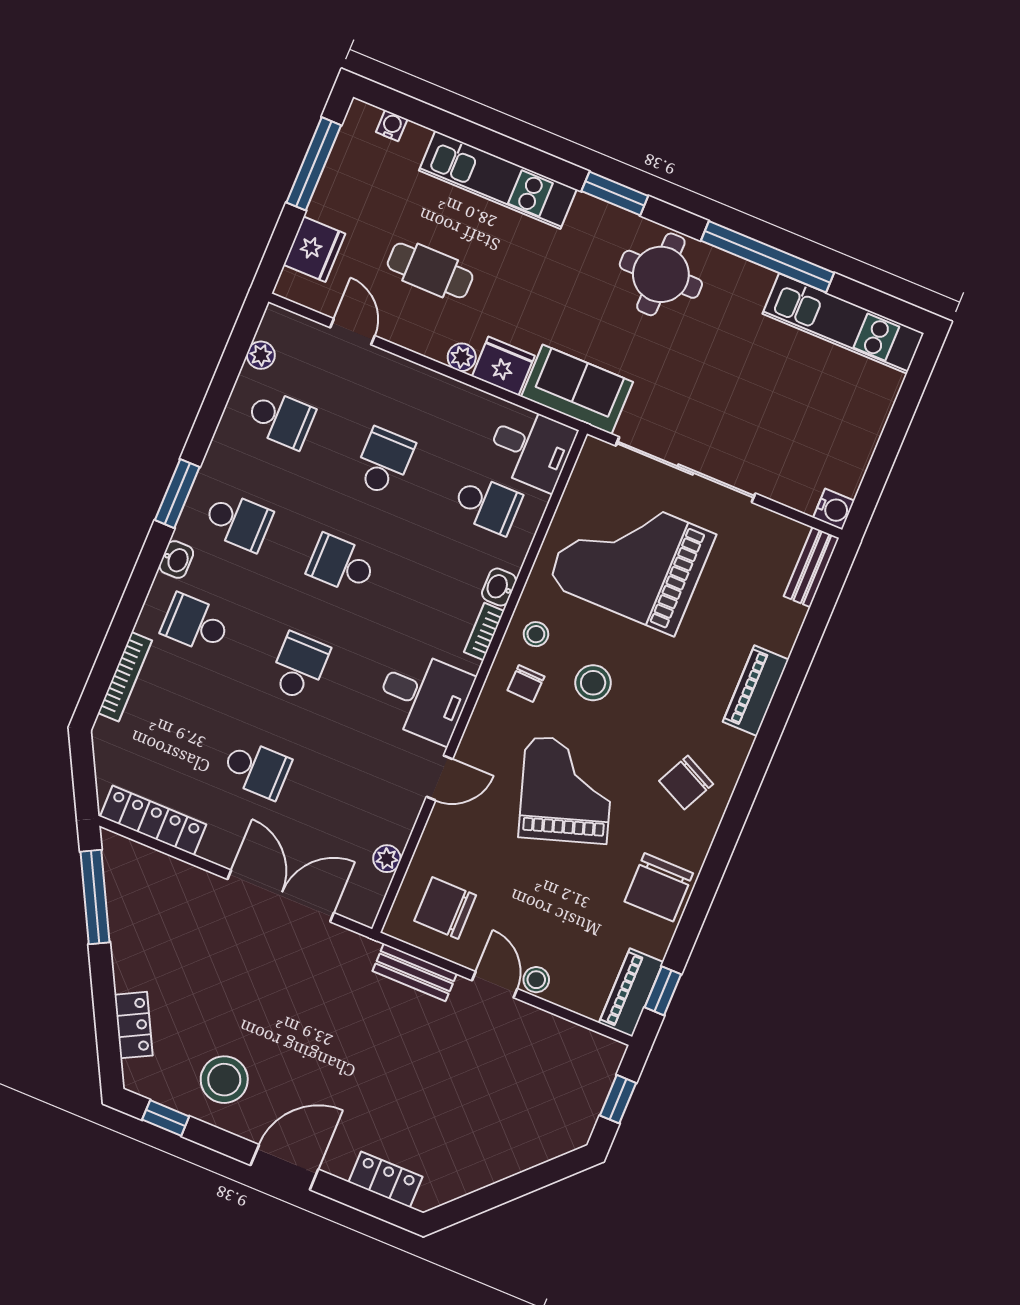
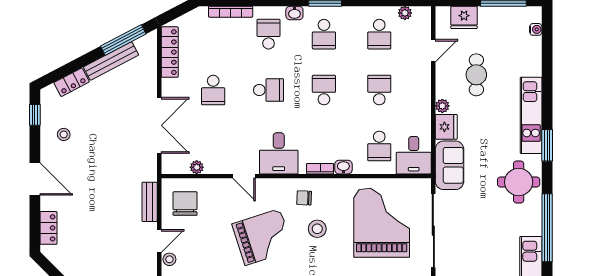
kitchen unit: (498, 180) -> (531, 115), moved
school desk: (384, 462) -> (379, 90), turned -90
stool: (536, 634) -> (329, 193), removed
bench: (125, 936) -> (111, 61), added
stool: (224, 1080) -> (64, 134), width x0.53, depth x0.53

